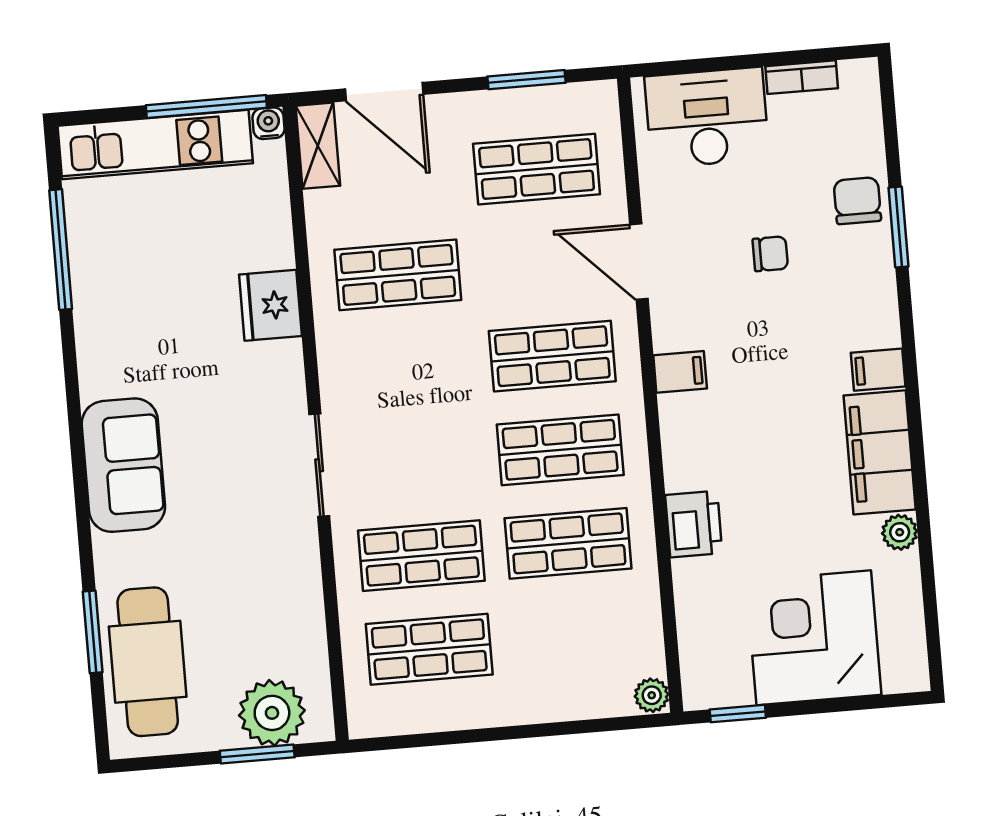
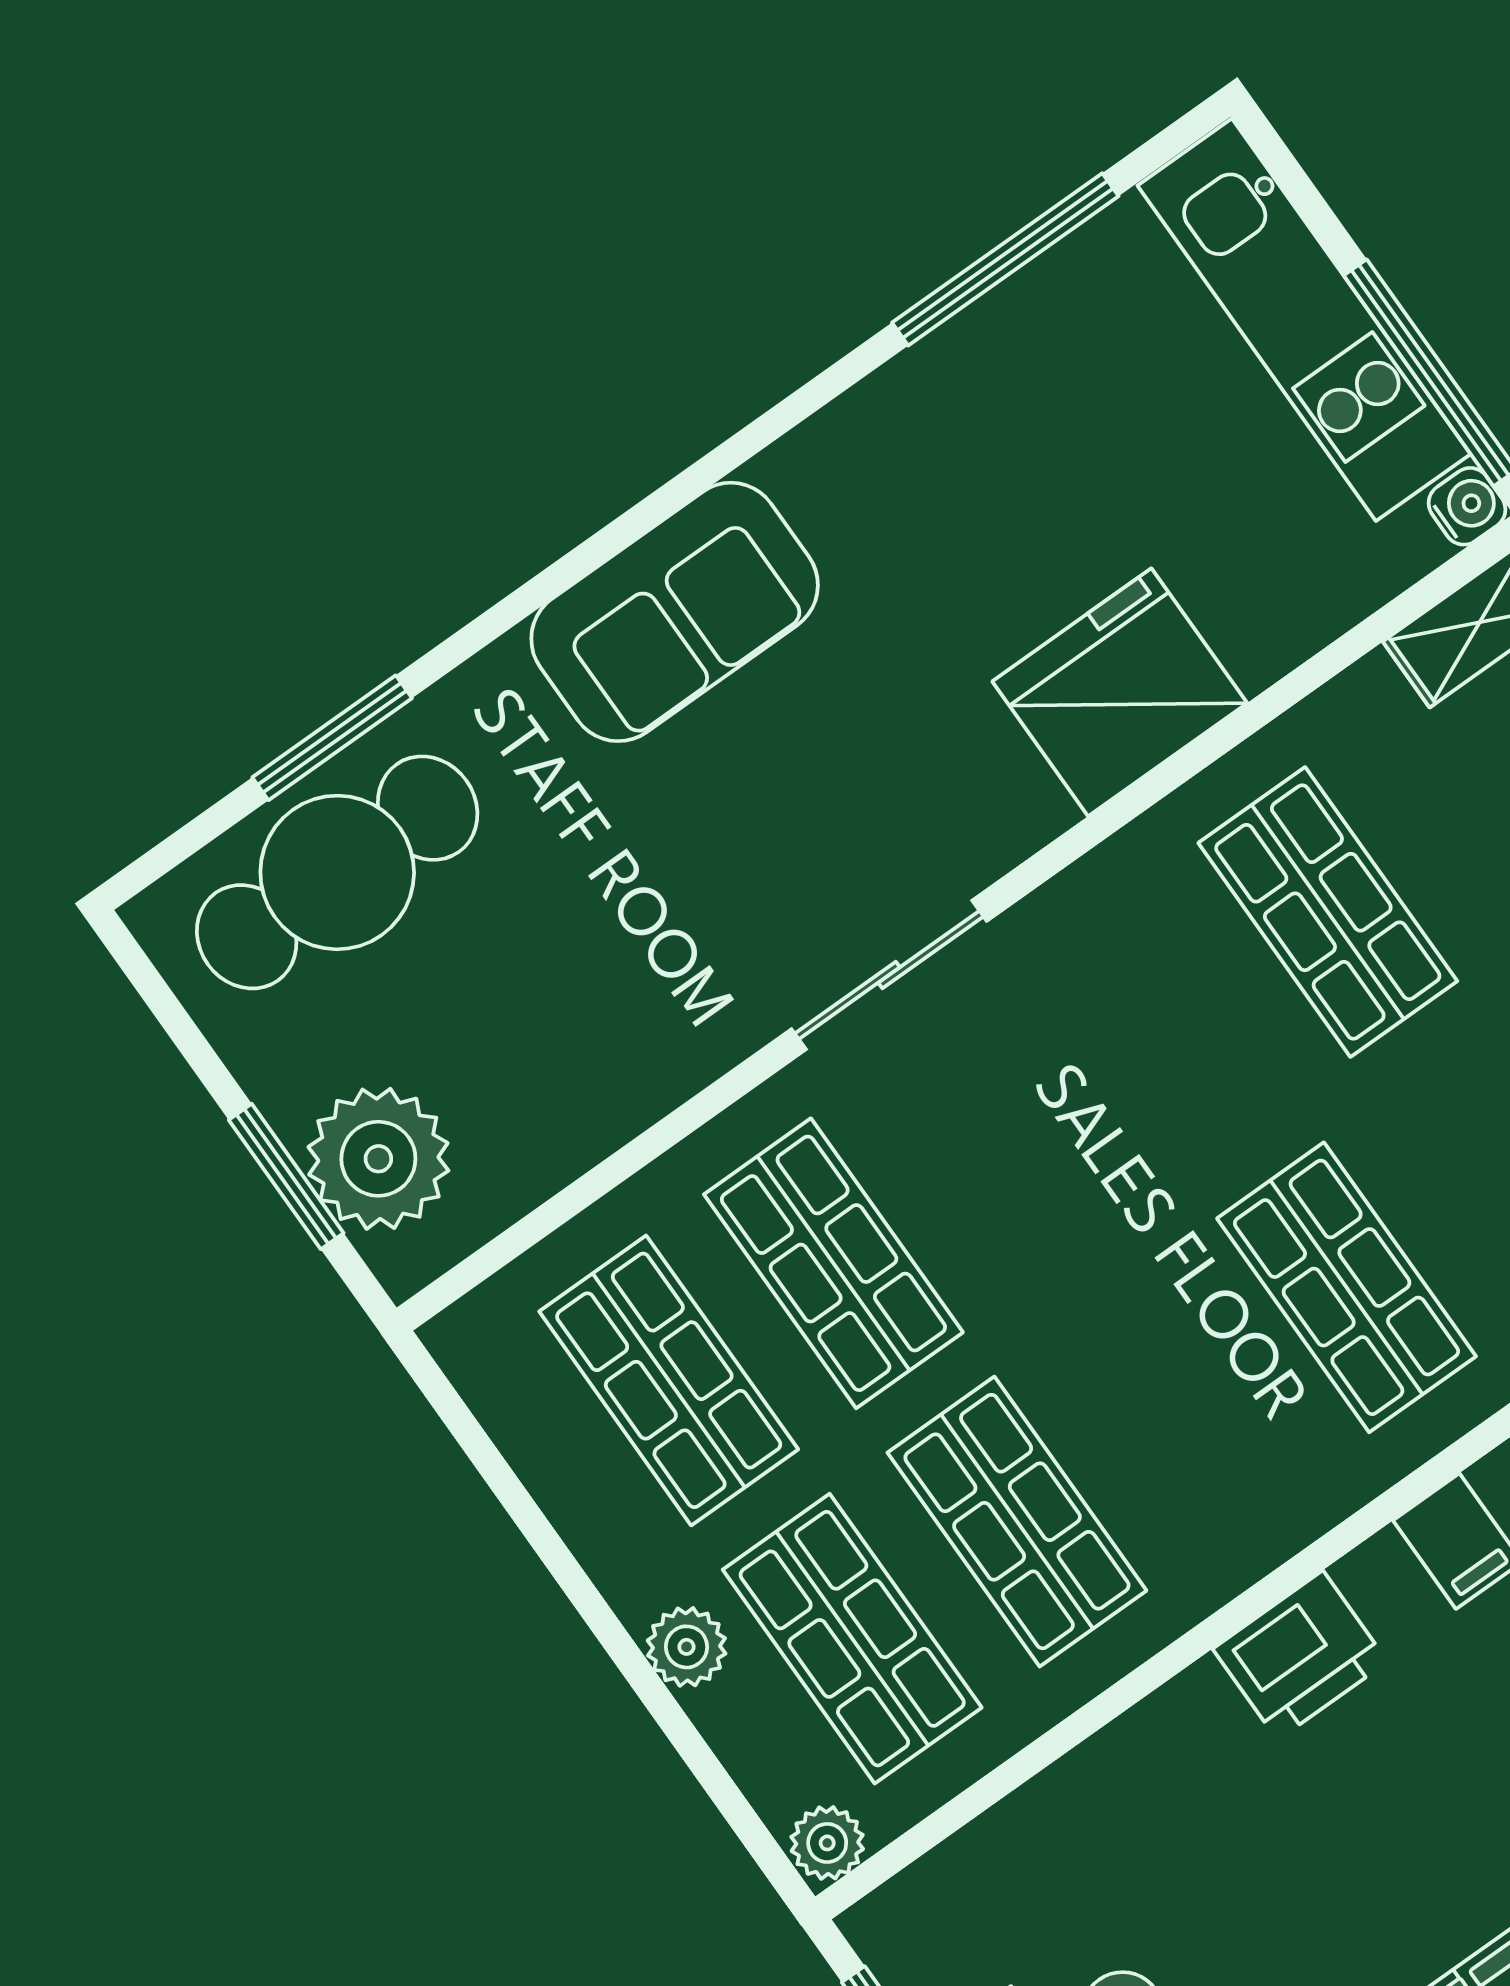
fridge: (270, 305) -> (1120, 692), width x1.36, depth x1.34
shop shelf: (560, 450) -> (852, 1639), moved
printer: (694, 524) -> (1300, 1655), moved
plant: (540, 705) -> (687, 1647), added

